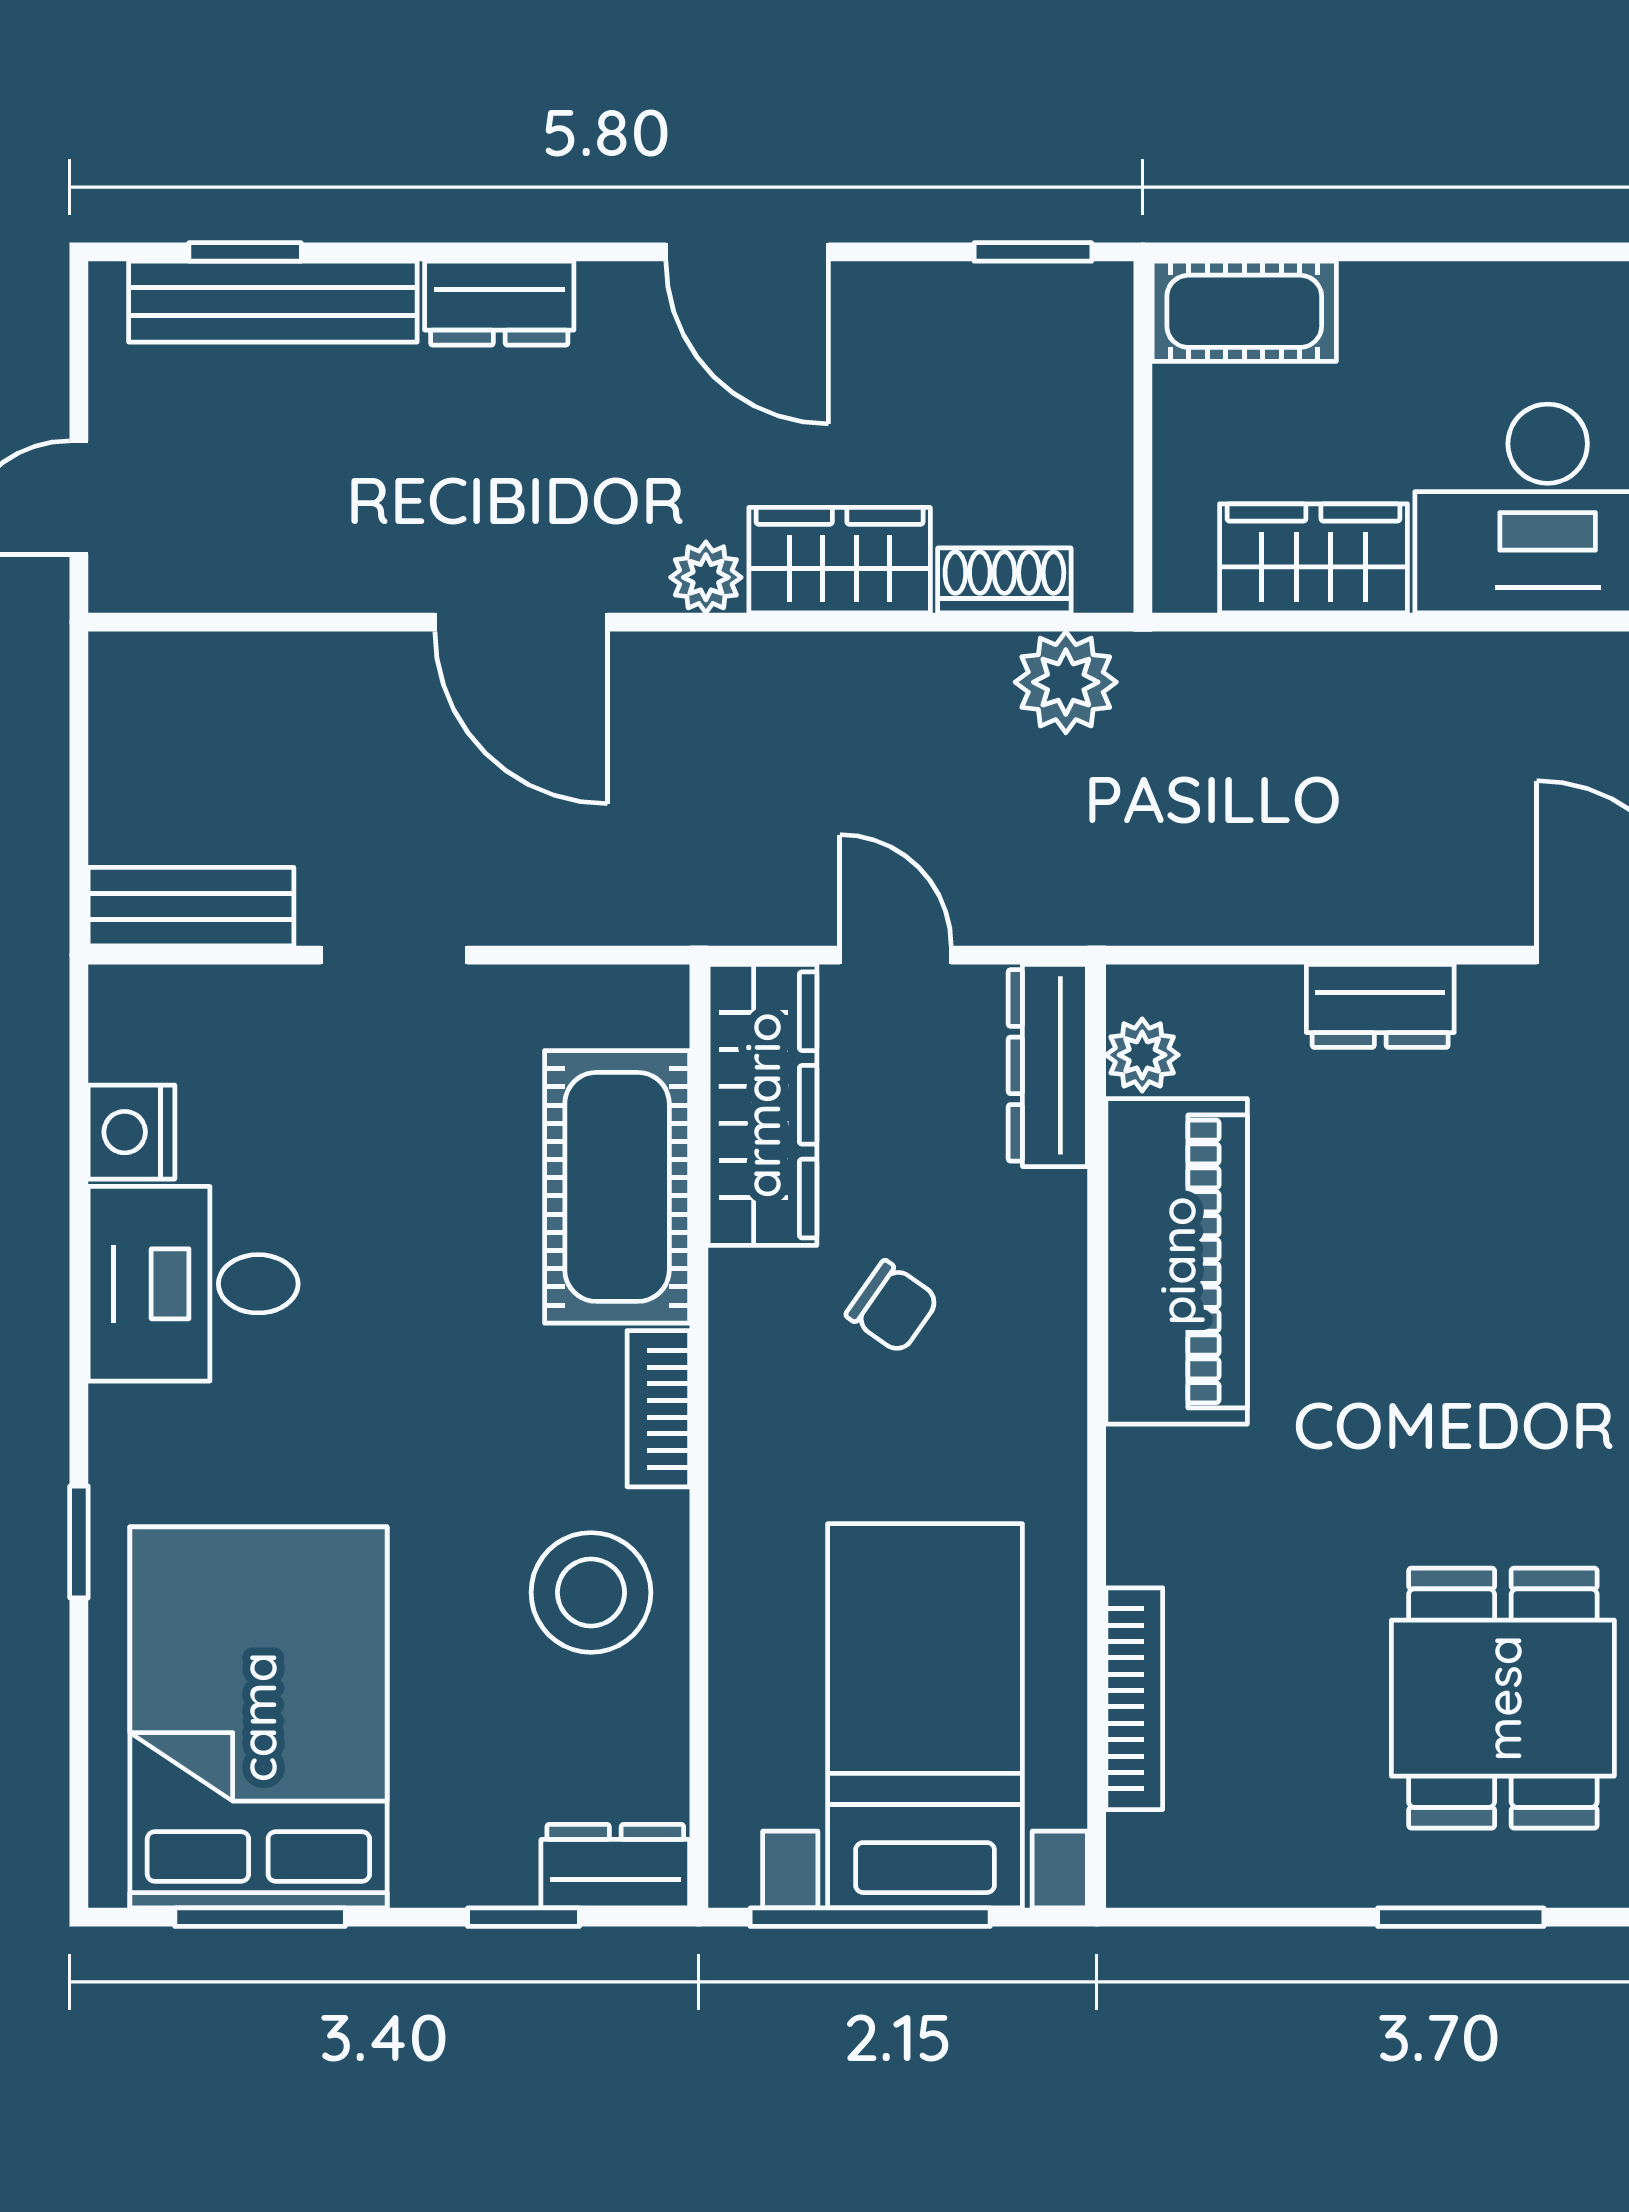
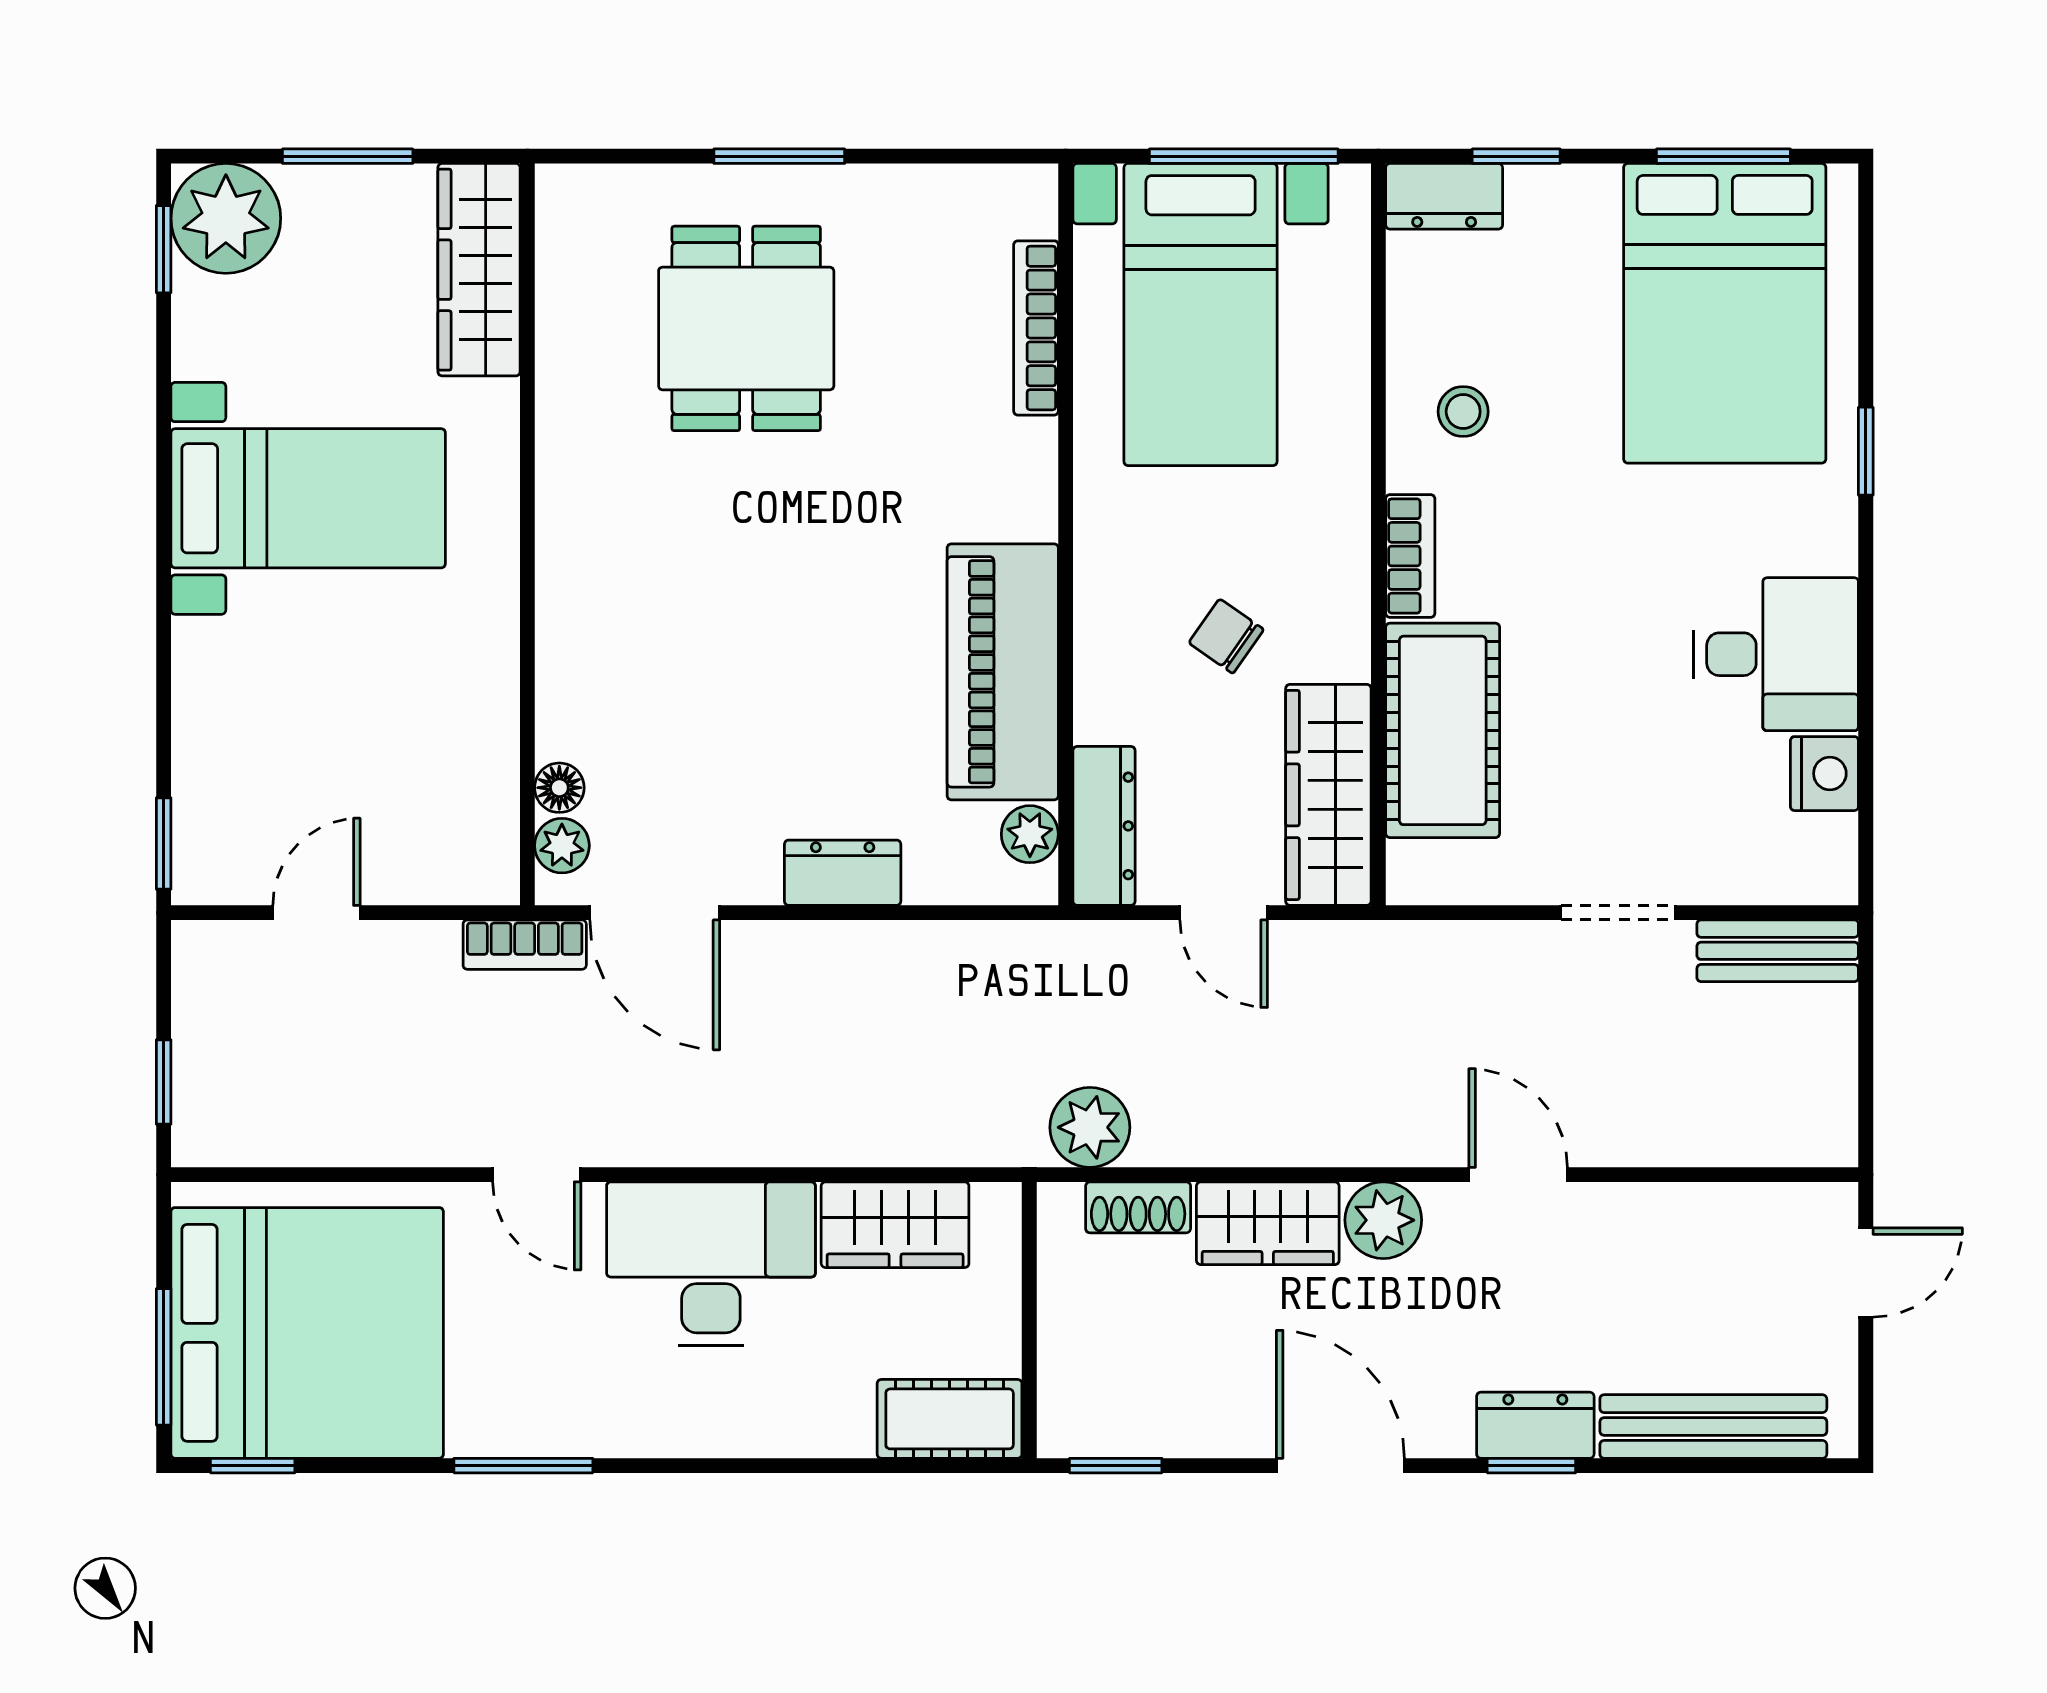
window: (245, 252) -> (1531, 1466), moved
plant: (706, 577) -> (1383, 1220), width x1.38, depth x1.38
door: (521, 622) -> (1518, 1175), width x0.73
stool: (591, 1592) -> (1463, 412), width x0.53, depth x0.53

